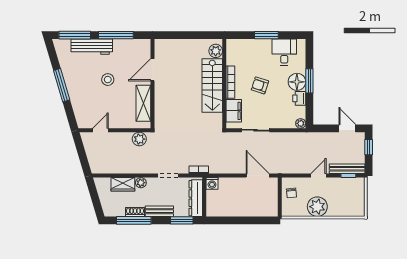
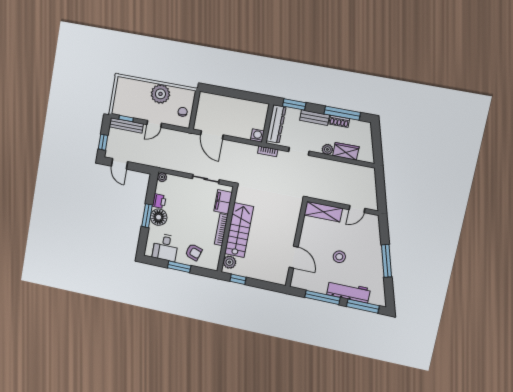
window: (204, 35) -> (238, 279), added
door: (153, 70) -> (294, 257), hinge flipped
armchair: (260, 85) -> (194, 252), moved
shelving: (143, 103) -> (323, 212), moved, turned 90
plant: (139, 139) -> (320, 193), removed

